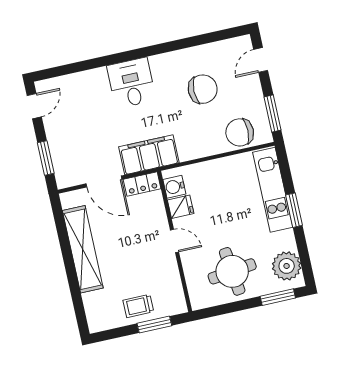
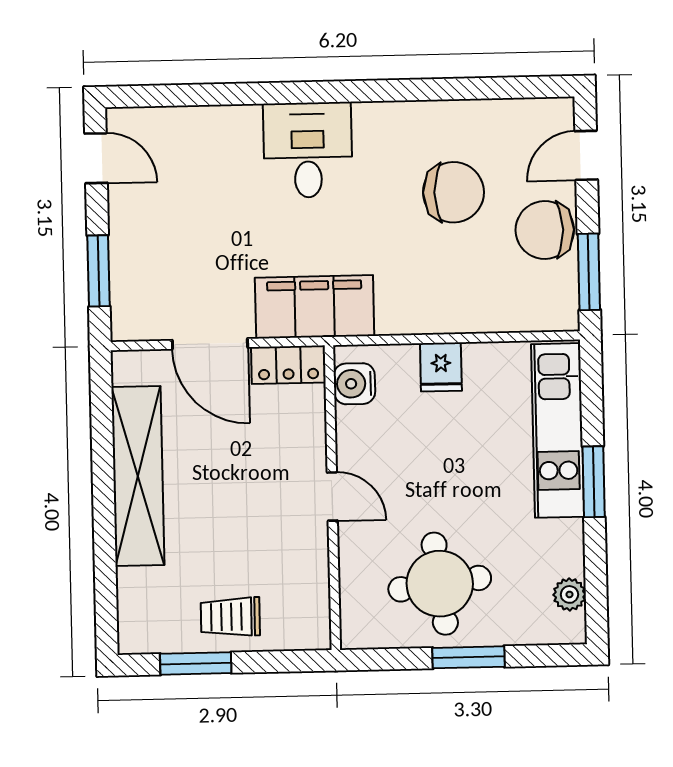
door: (34, 106) -> (96, 158), hinge flipped
chair: (240, 132) -> (545, 230), moved
fridge: (181, 207) -> (441, 367), moved, turned 90
plant: (287, 266) -> (569, 594), width x0.53, depth x0.53
window: (278, 297) -> (469, 657), moved
window: (154, 324) -> (196, 663), moved

